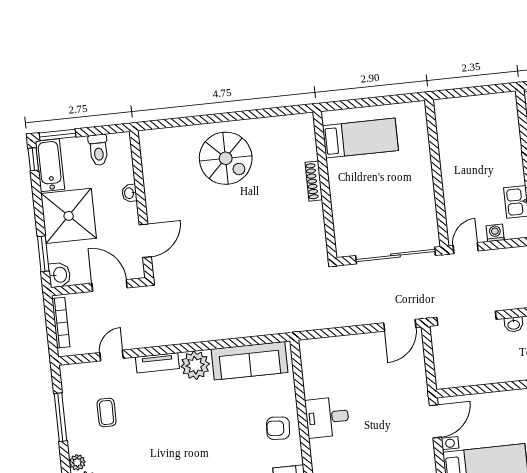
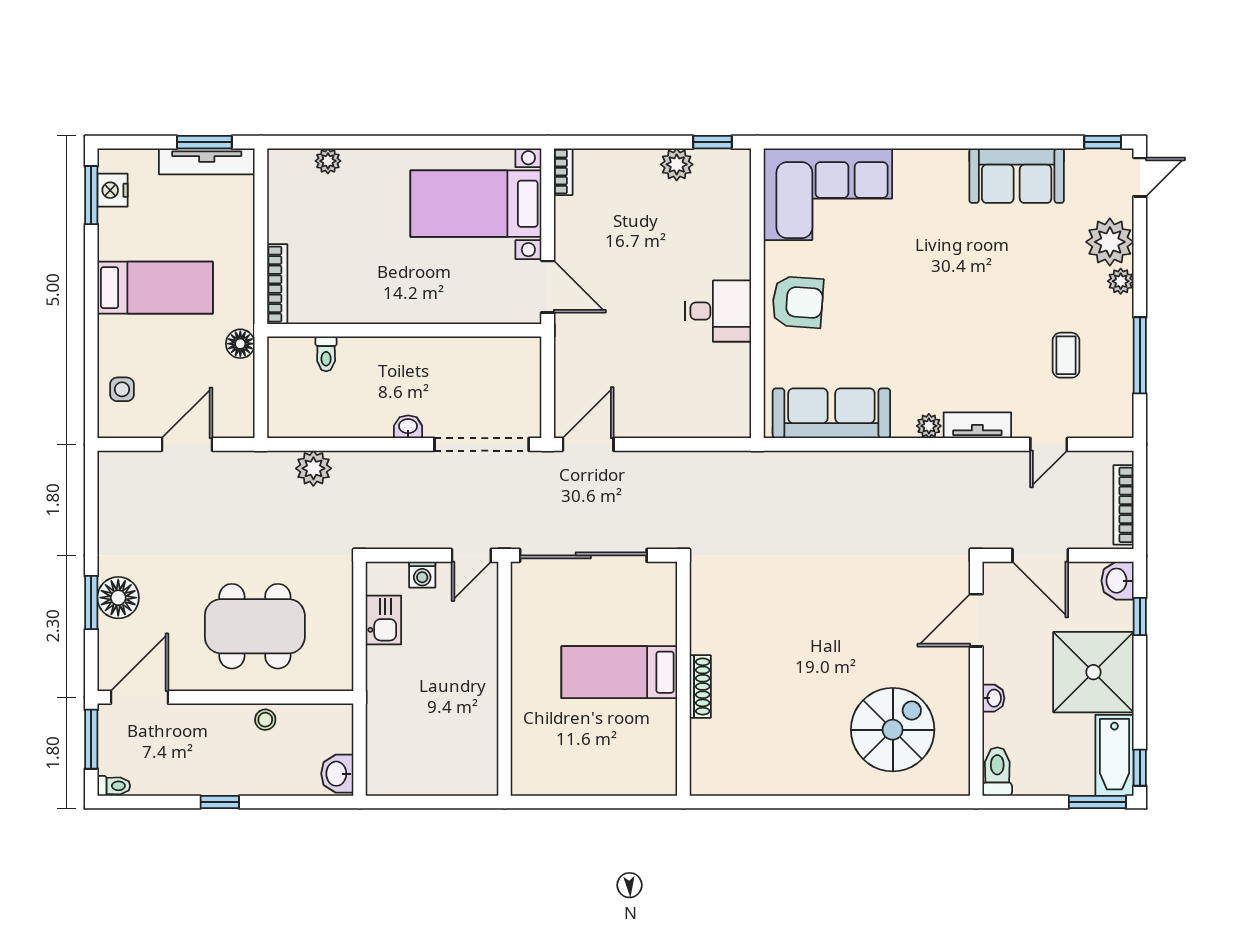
bed: (360, 138) -> (619, 672), moved
toilet: (98, 150) -> (997, 772), moved
spiral stairs: (226, 158) -> (893, 730), moved, turned 90
window: (43, 254) -> (1140, 617), width x0.67
plant: (195, 365) -> (929, 426), width x0.53, depth x0.53
door: (436, 421) -> (548, 287), swing flipped
armchair: (278, 428) -> (798, 302), width x1.38, depth x1.38

